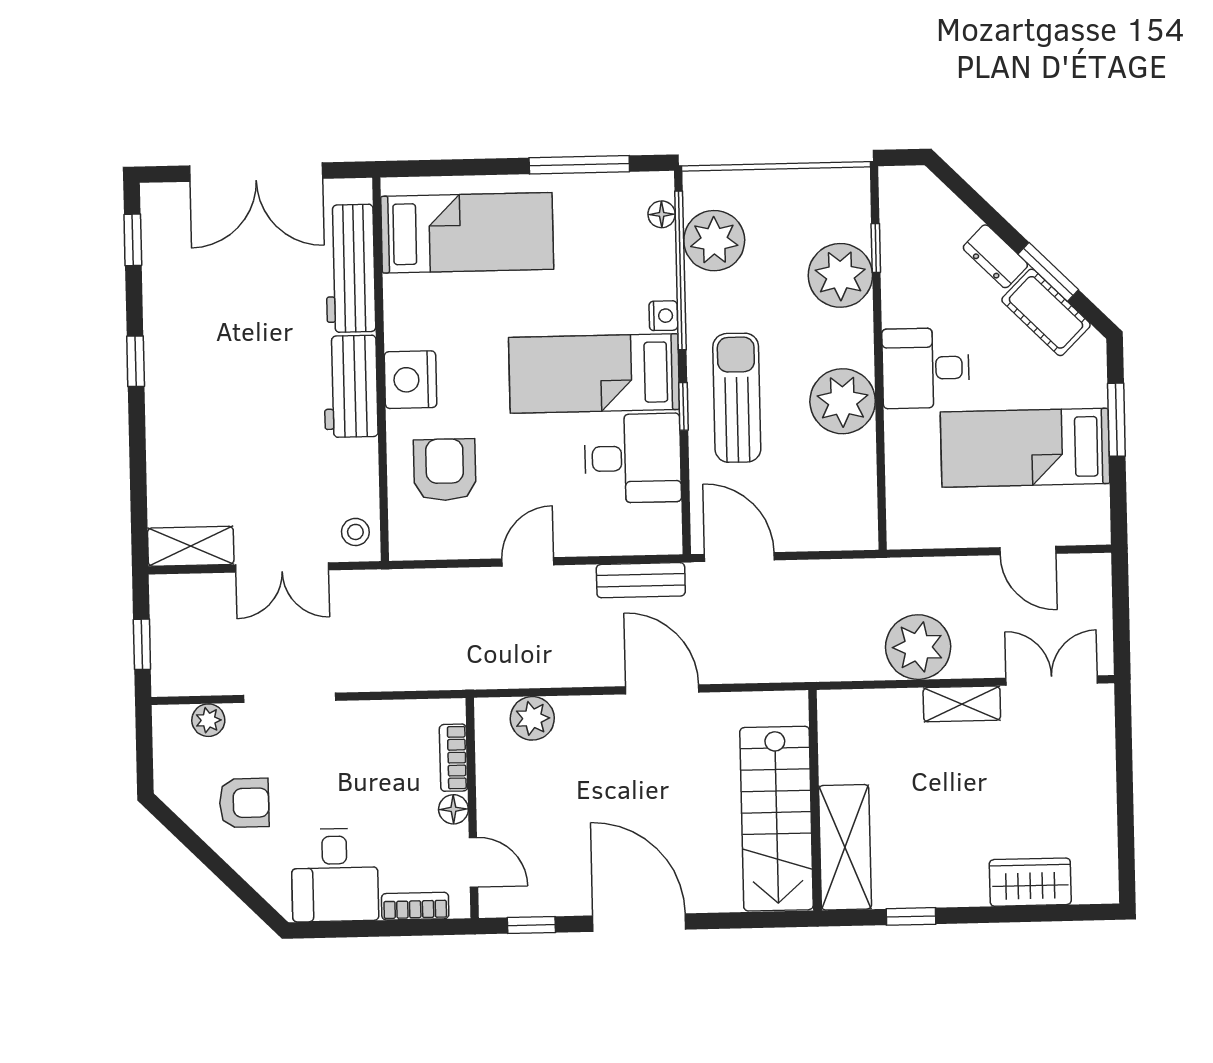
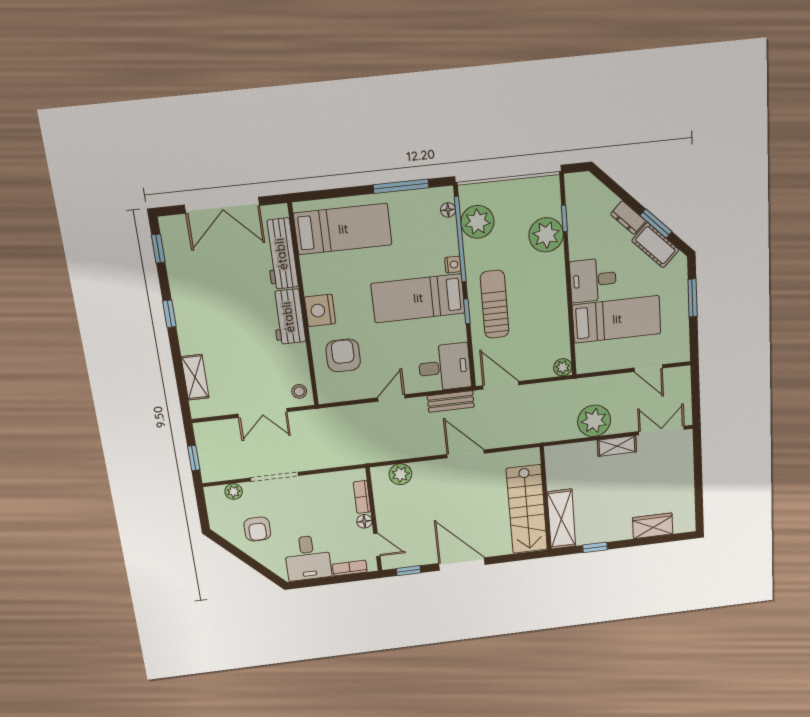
plant: (843, 401) -> (563, 367), moved, width x0.53, depth x0.53
bed: (1025, 448) -> (617, 319), moved, turned 180
desk: (633, 458) -> (445, 367), moved
shelving: (191, 546) -> (195, 377), moved, turned 90
armchair: (244, 803) -> (257, 529), turned 90

